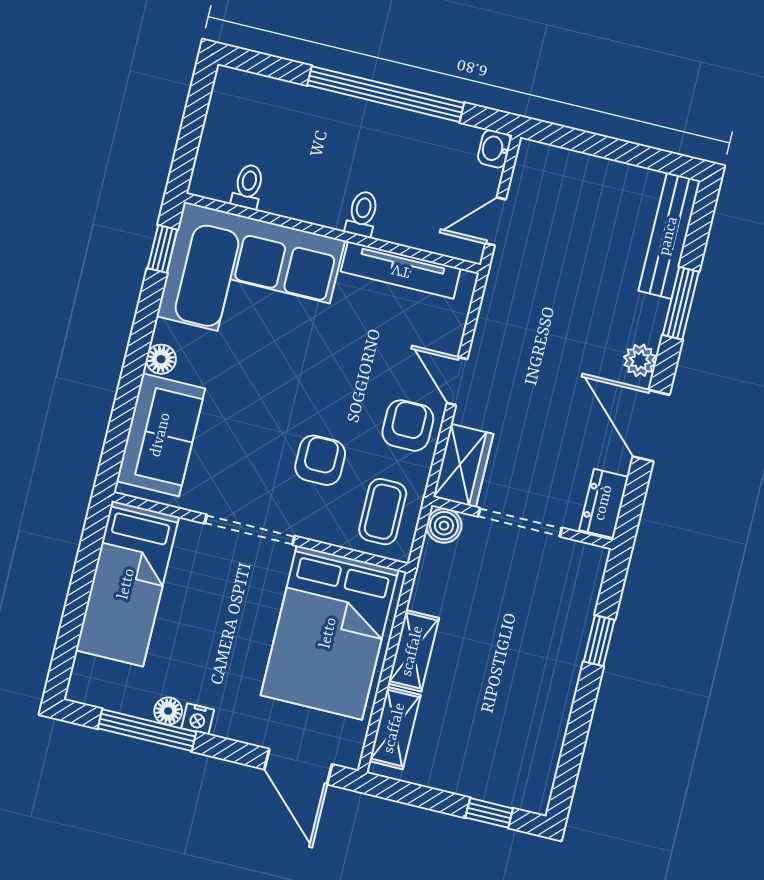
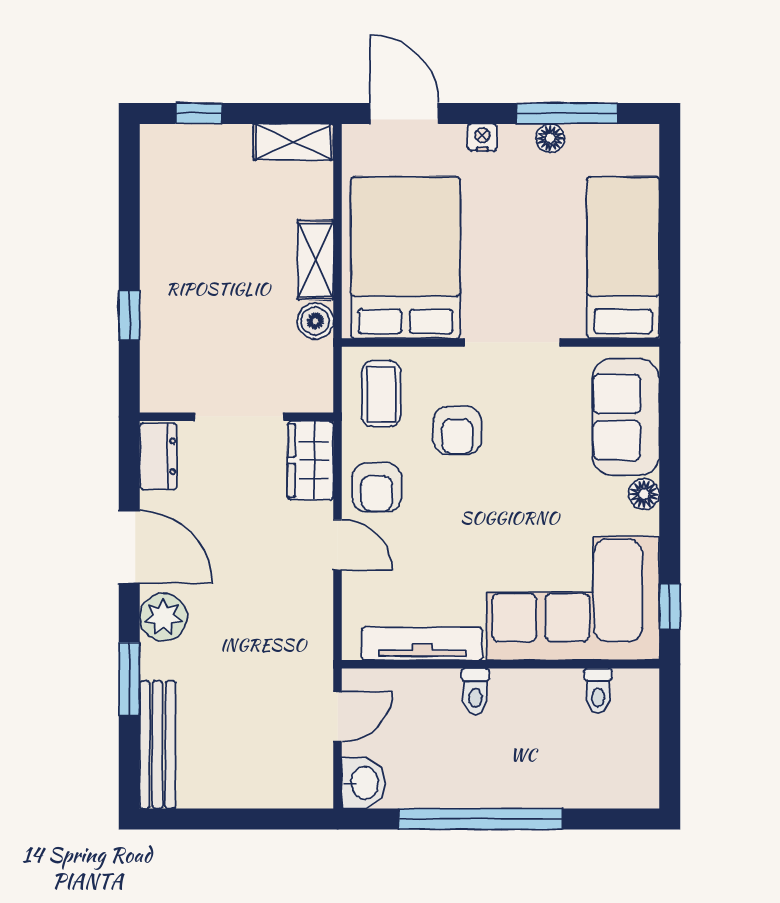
washbasin: (495, 149) -> (363, 783), width x1.38, depth x1.45
plant: (640, 360) -> (163, 617), width x1.38, depth x1.38
boiler: (444, 526) -> (315, 321), moved
nightstand: (198, 719) -> (482, 137), moved
shelving: (395, 728) -> (293, 142), moved, turned 90

